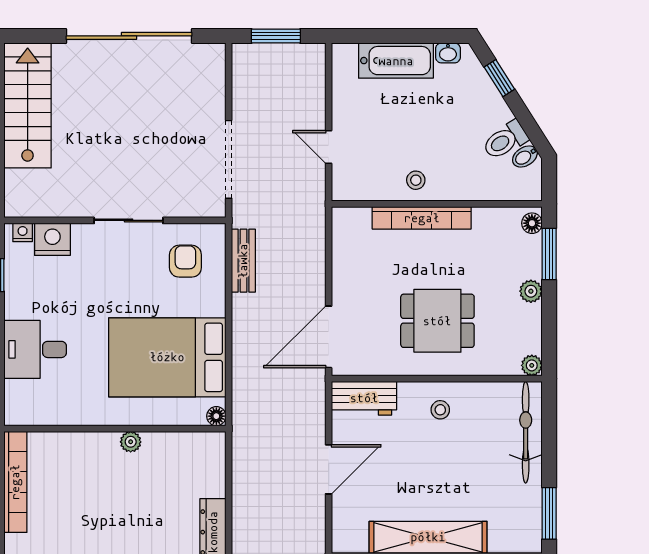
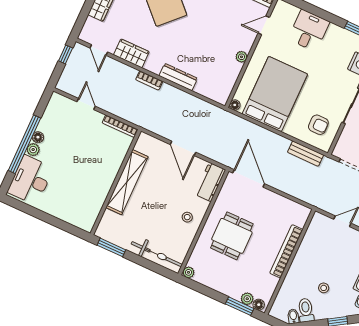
stool: (416, 180) -> (324, 288), moved
plant: (531, 291) -> (247, 299), moved
door: (61, 429) -> (264, 25), added

